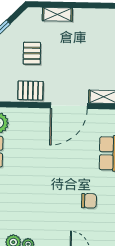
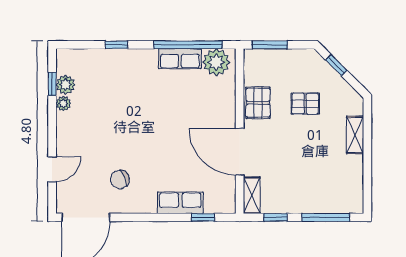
chair: (89, 201) -> (120, 180), turned 69

